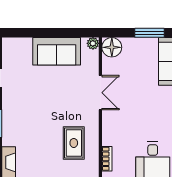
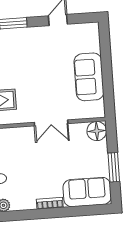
plant: (93, 43) -> (99, 112), removed

